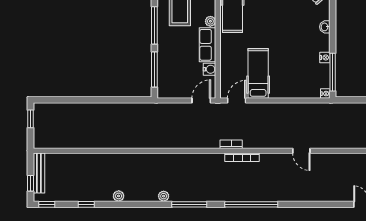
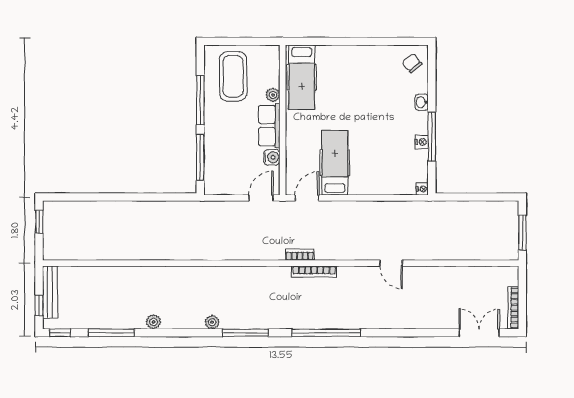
window: (333, 72) -> (432, 136), moved
window: (86, 204) -> (111, 333), width x2.17

